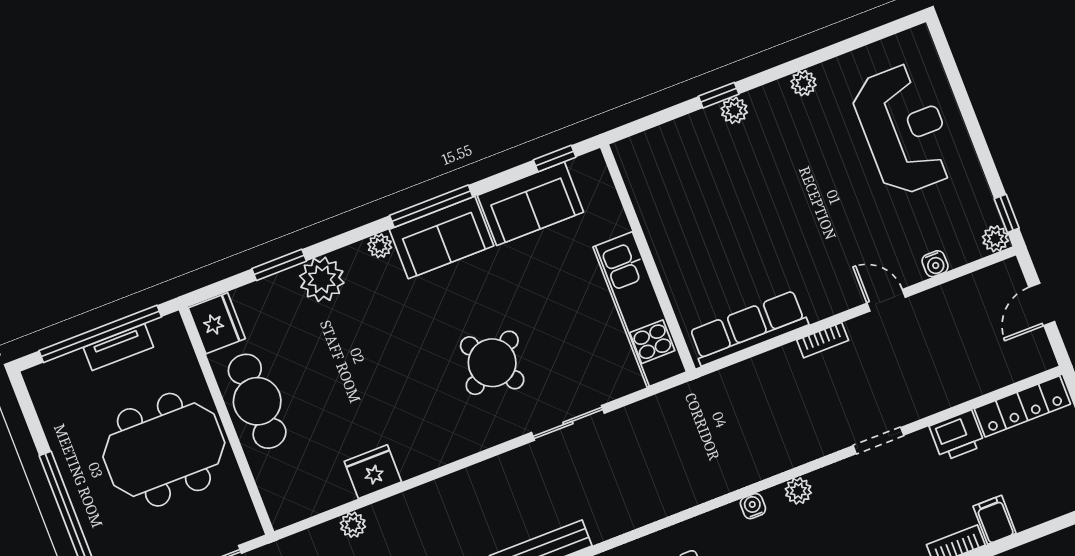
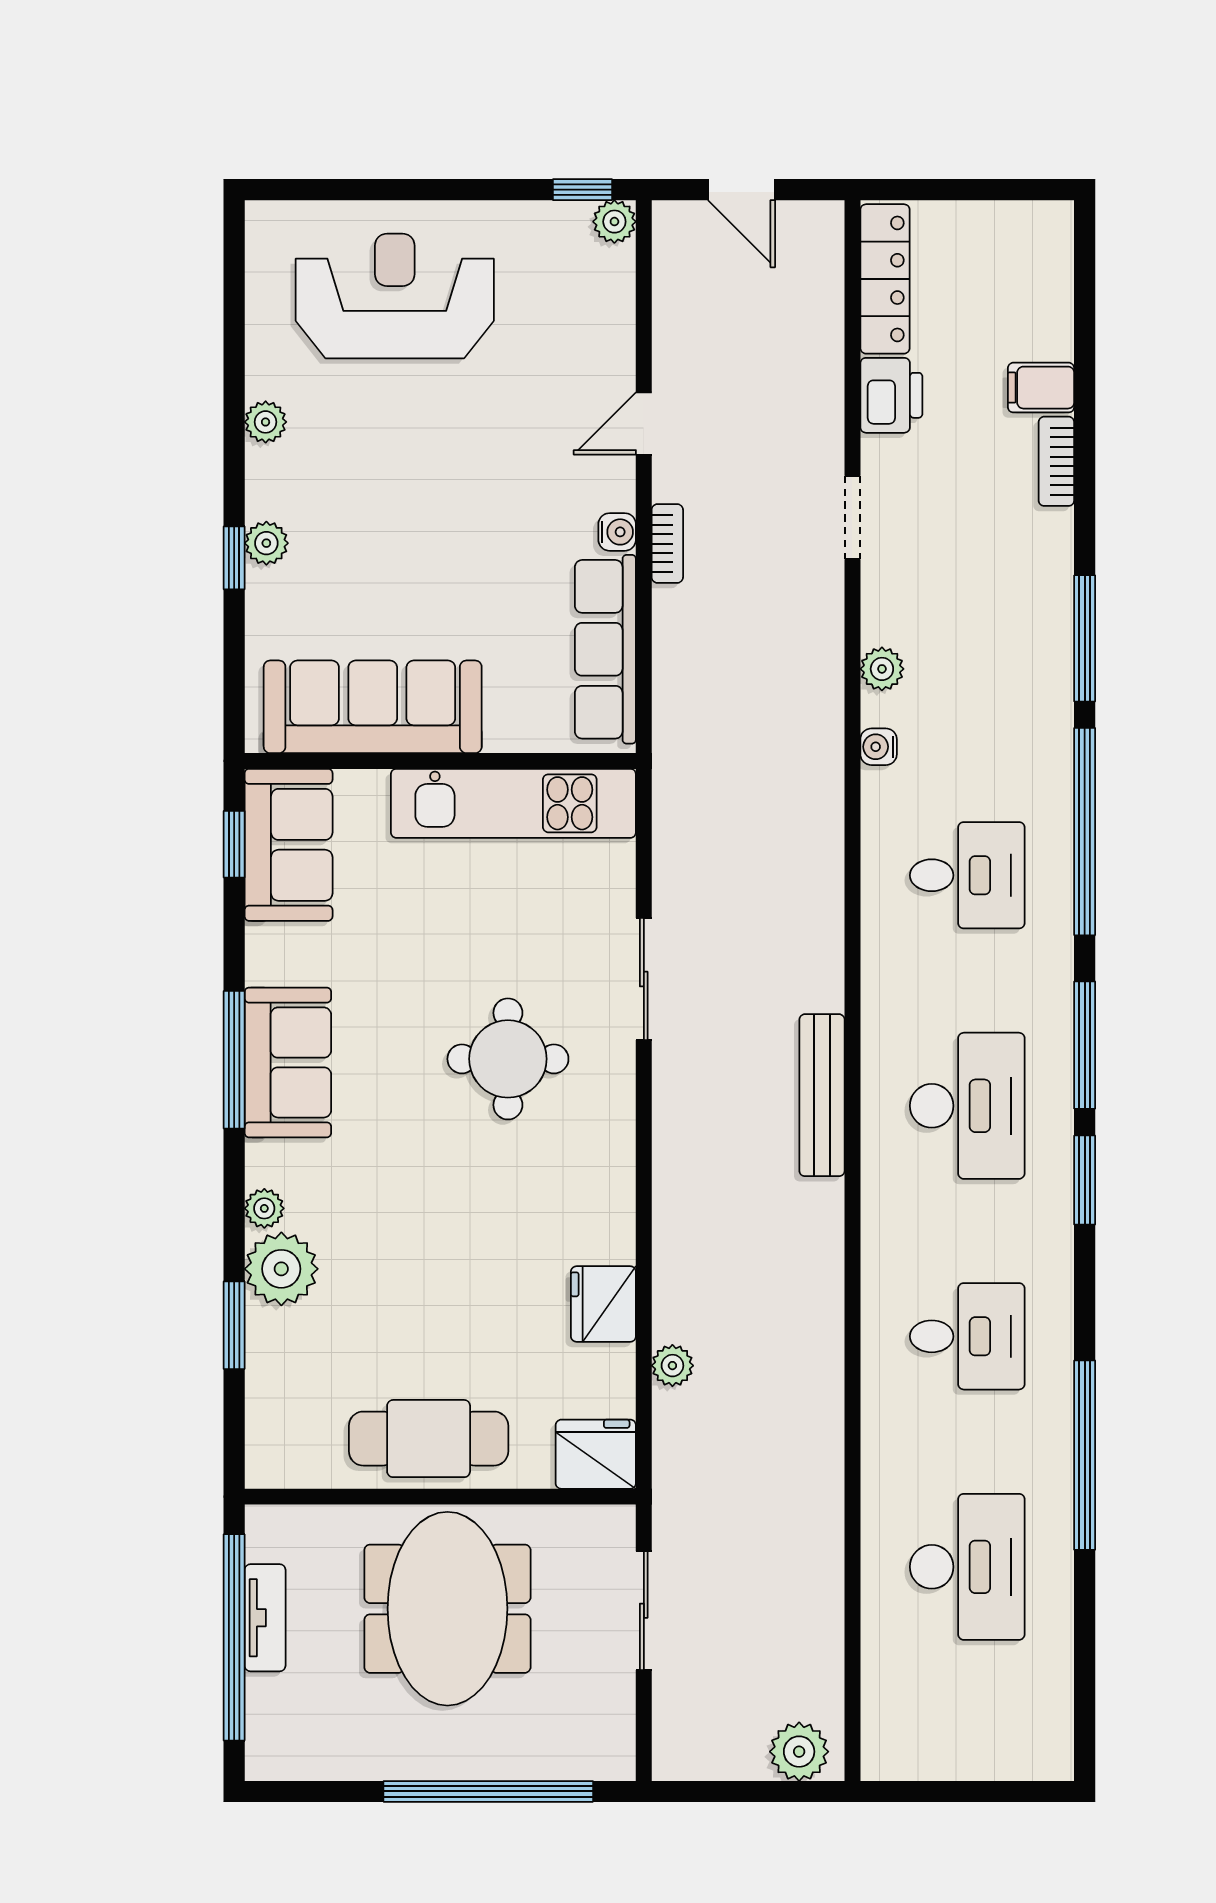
sofa: (530, 204) -> (289, 845), moved
sofa: (664, 207) -> (373, 707), added
plant: (380, 246) -> (264, 1208), moved
water cooler: (935, 264) -> (617, 532), moved
fridge: (217, 323) -> (596, 1454), moved
round table: (492, 363) -> (508, 1059), turned 32

